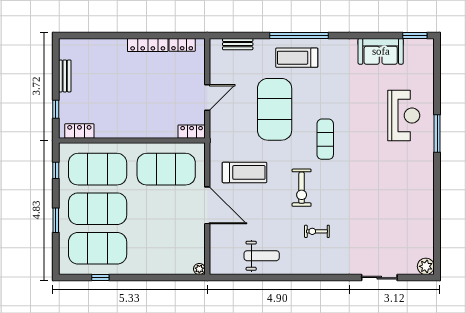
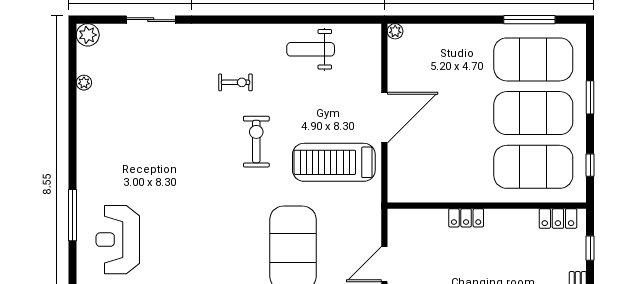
locker: (192, 132) -> (466, 218), moved
exercise mat: (325, 139) -> (224, 207), removed
exercise mat: (166, 169) -> (440, 167), removed
treadmill: (244, 172) -> (334, 162), width x1.37, depth x1.38
door: (207, 205) -> (384, 118), swing flipped
plant: (429, 231) -> (84, 83), added
window: (100, 278) -> (529, 20), width x2.17

